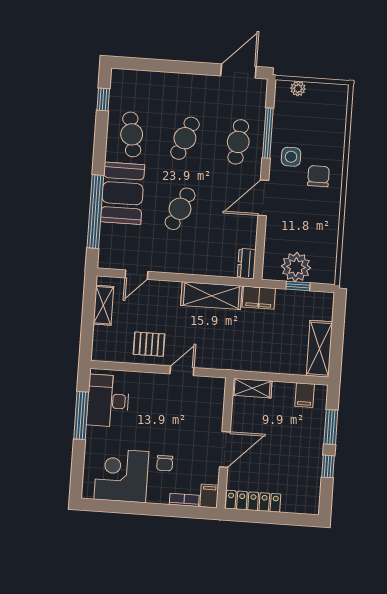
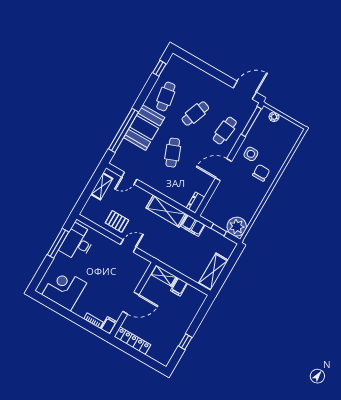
window: (268, 133) -> (251, 122), moved
cafe table: (180, 209) -> (173, 153), turned -45
plant: (296, 267) -> (237, 227), moved
filing cabinet: (305, 395) -> (179, 287), moved
window: (331, 427) -> (198, 320), removed
chair: (165, 463) -> (93, 294), removed

